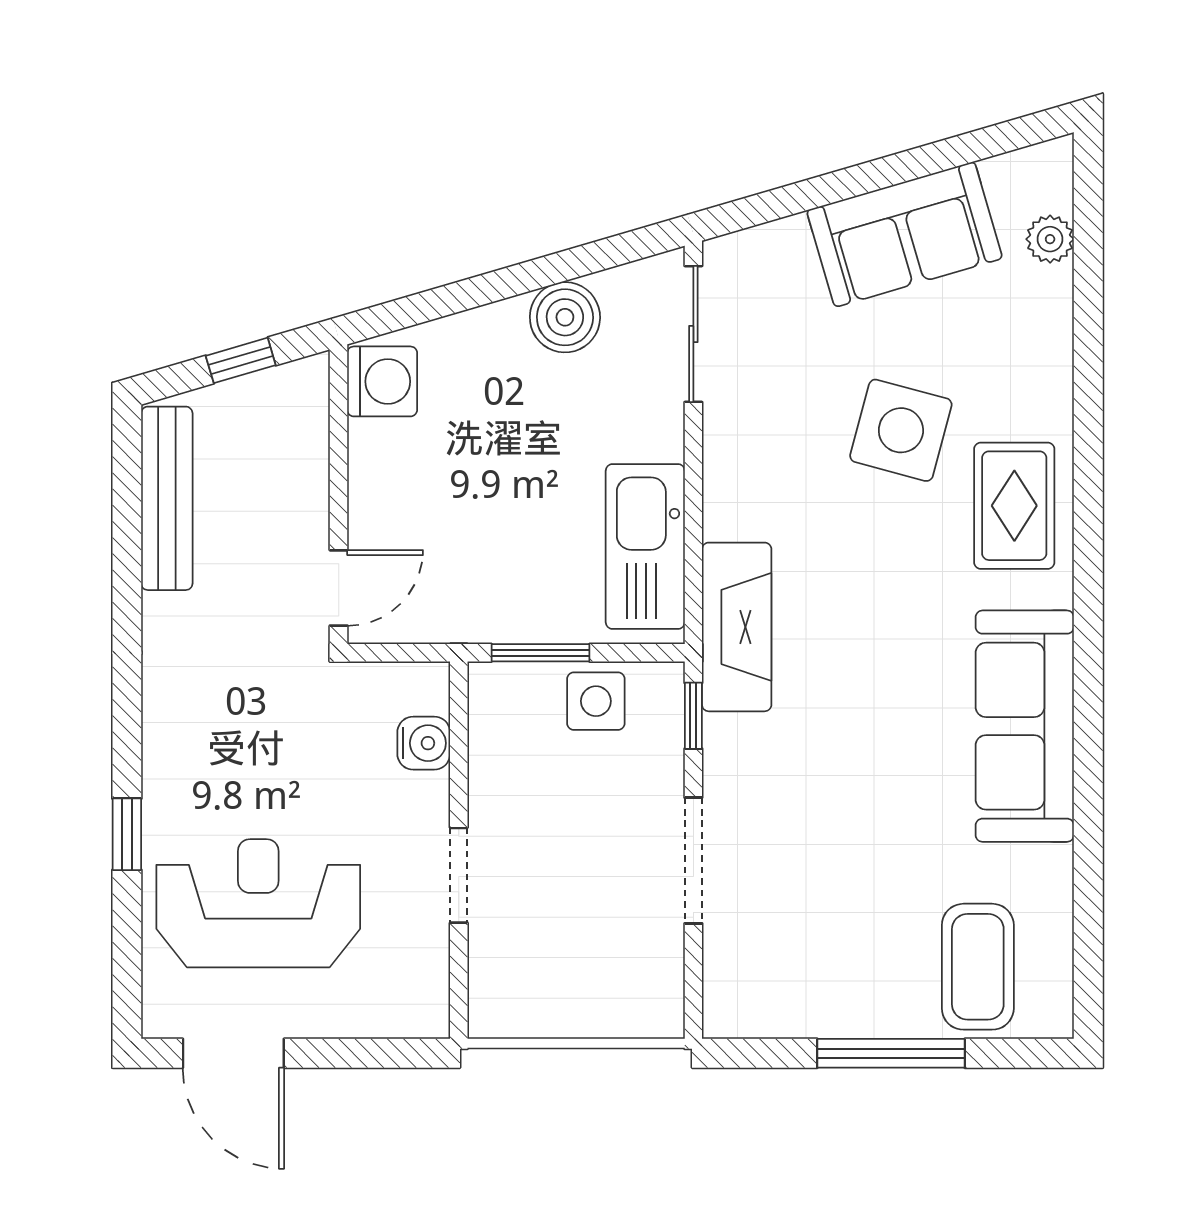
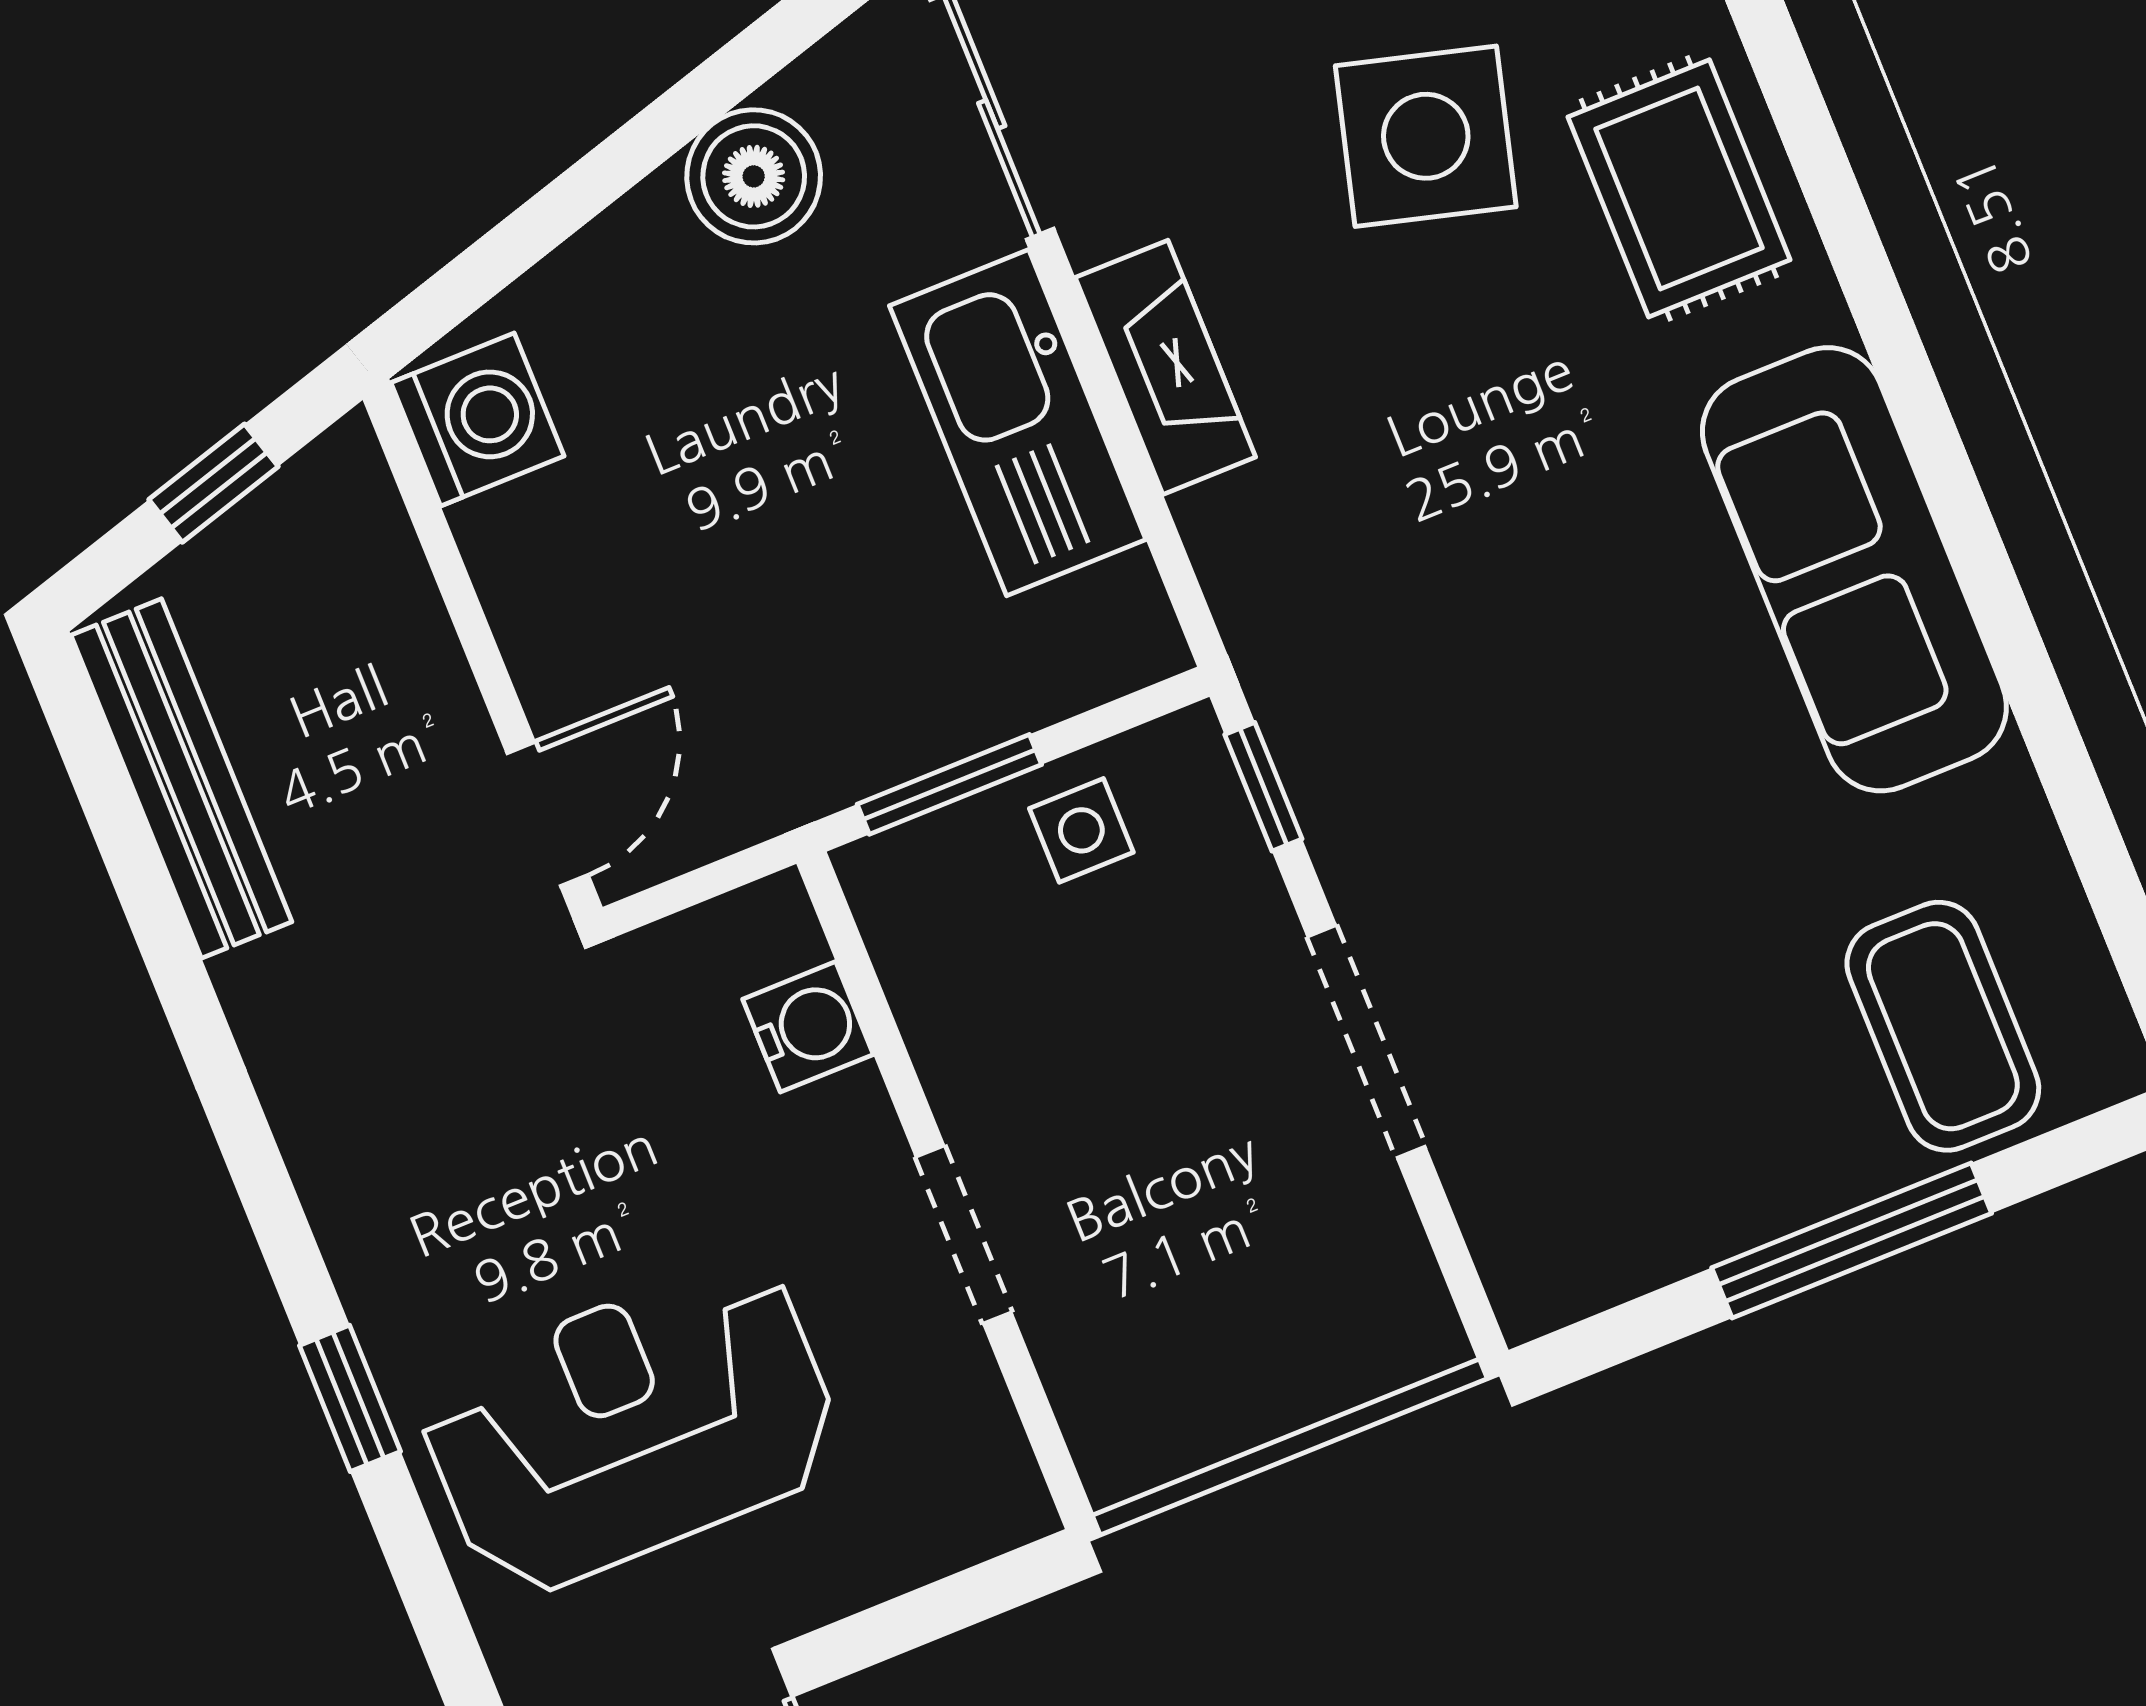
kitchen sink: (645, 547) -> (1018, 423), moved
fireplace: (737, 627) -> (1165, 367), moved, width x0.73, depth x0.76
side table: (596, 701) -> (1081, 830), width x0.73, depth x0.73

